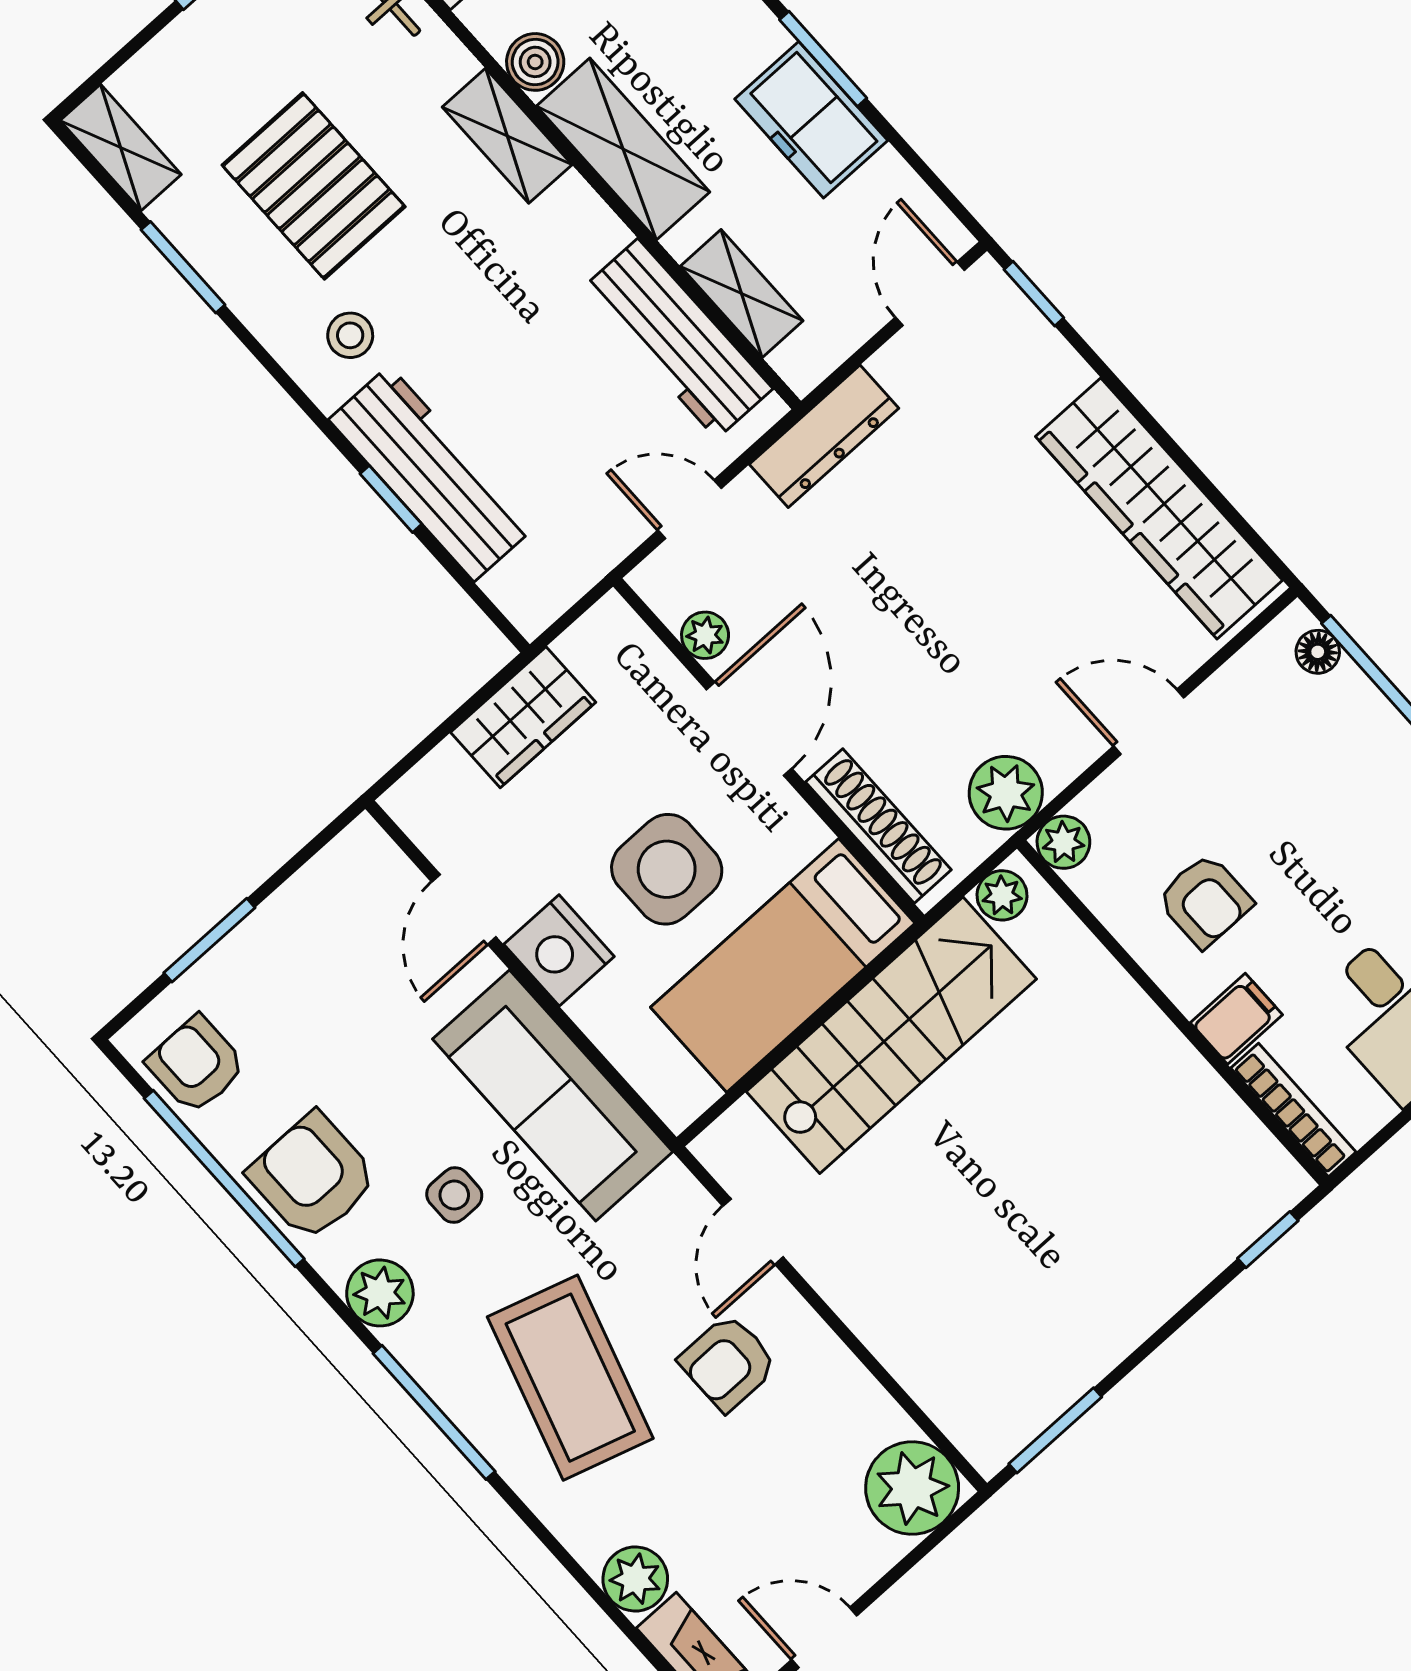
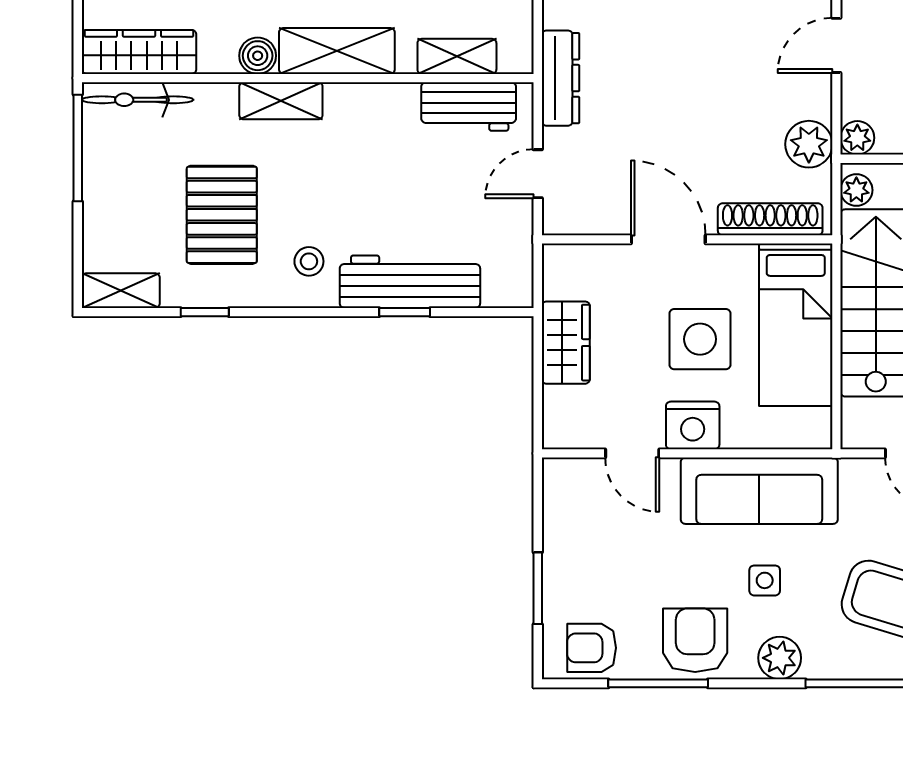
pallet: (314, 186) -> (222, 215), turned 90
window: (183, 267) -> (205, 312), width x0.67
workbench: (677, 339) -> (469, 106), width x0.73
plant: (705, 635) -> (605, 220), removed
armchair: (313, 1177) -> (695, 640), turned 90
window: (224, 1178) -> (658, 683), width x0.68

